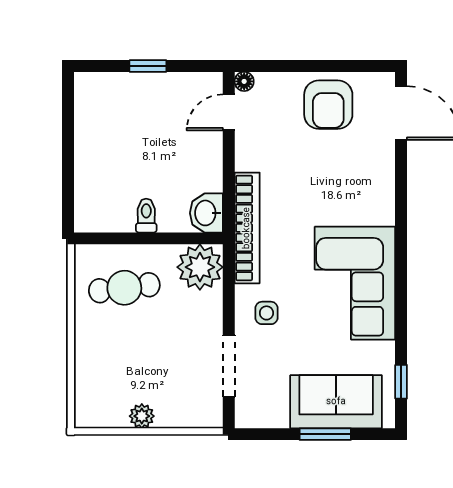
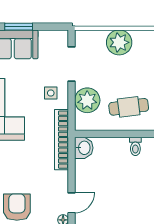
toilet: (146, 216) -> (135, 146), moved
plant: (200, 267) -> (87, 100), moved
plant: (142, 416) -> (119, 42), width x1.87, depth x1.87

